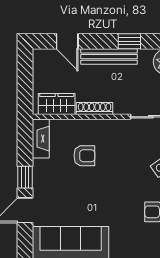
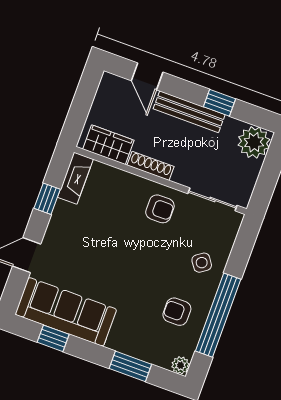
armchair: (84, 156) -> (160, 209), moved
window: (25, 177) -> (47, 199), moved

